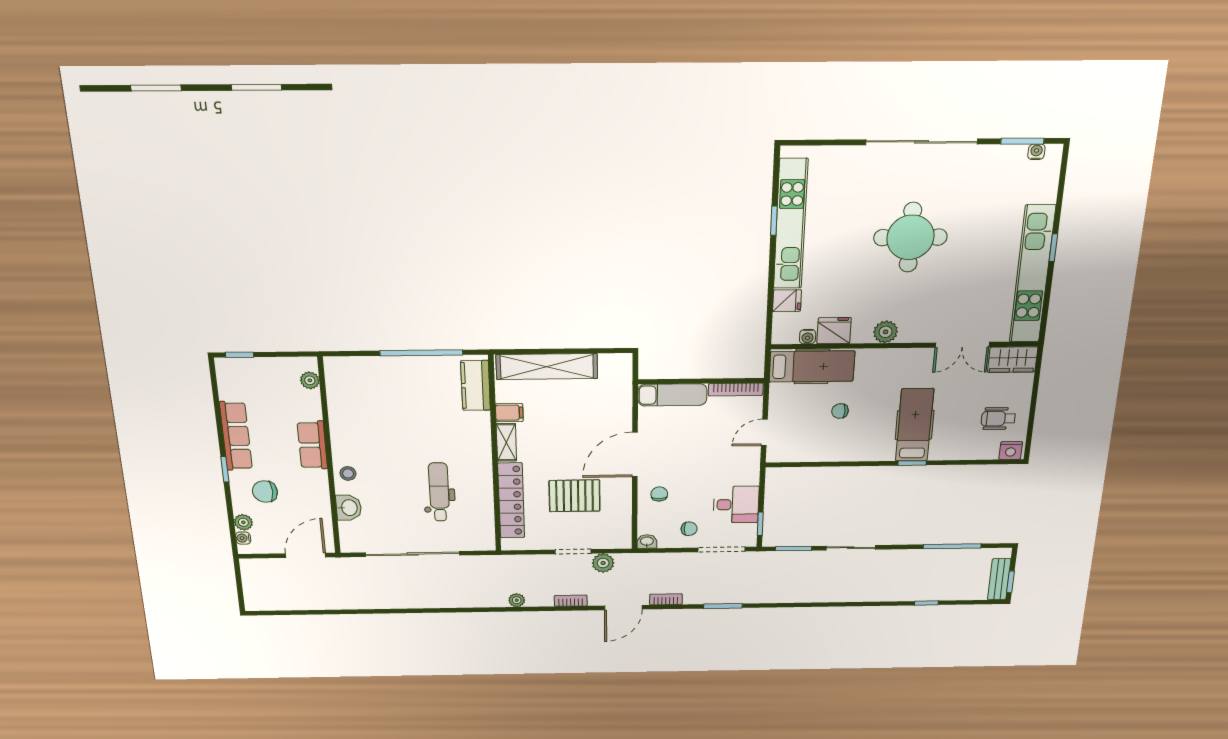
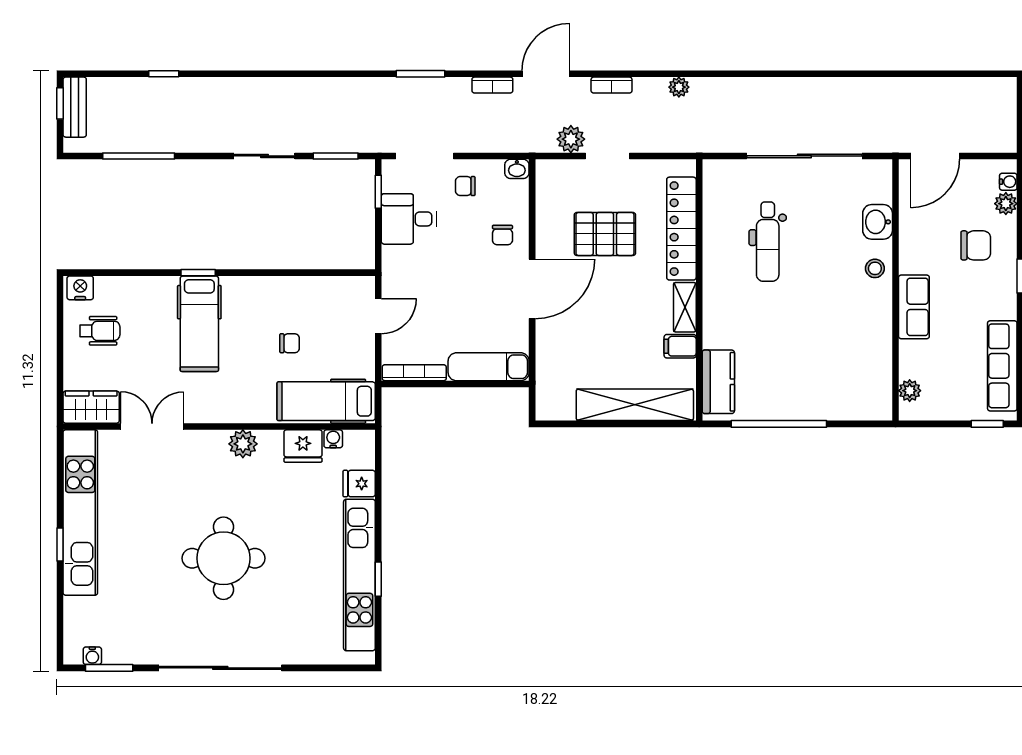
row of seats: (236, 436) -> (1002, 366), moved

